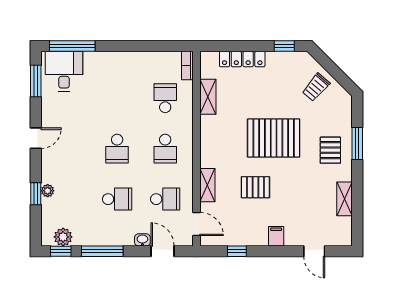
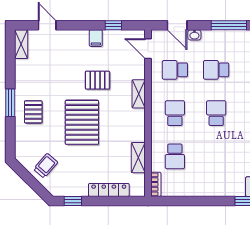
pallet: (274, 138) -> (82, 122), turned 90
window: (357, 143) -> (10, 103), moved
shelving: (207, 185) -> (139, 94), moved
shelving: (344, 199) -> (21, 44), moved
filing cabinet: (276, 236) -> (96, 38), moved

